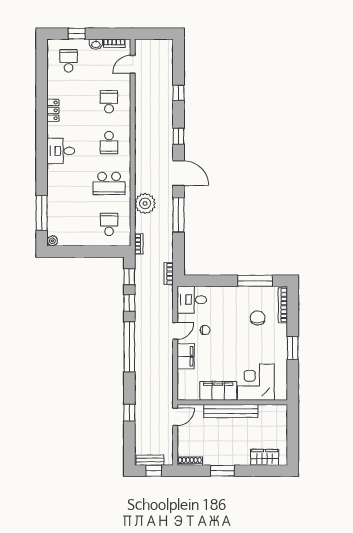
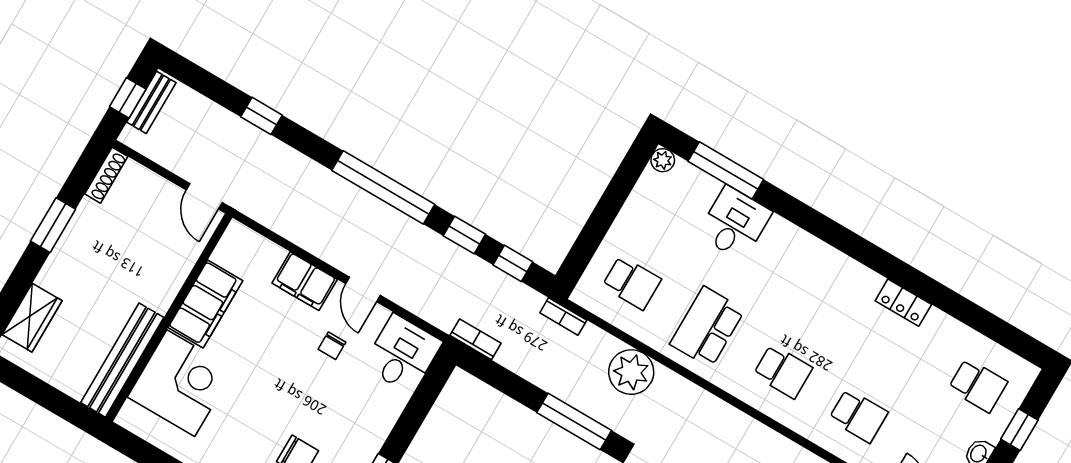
school desk: (109, 143) -> (783, 371), turned 180
desk: (61, 151) -> (735, 223), moved
bench: (231, 411) -> (122, 360), moved

